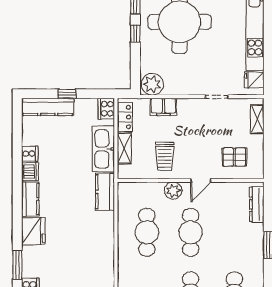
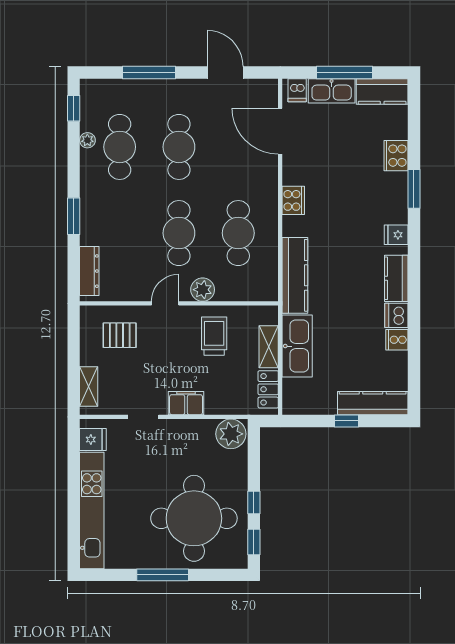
filing cabinet: (163, 107) -> (186, 403), moved
cooker: (106, 109) -> (293, 200), moved
kitchen counter: (105, 192) -> (295, 275), width x1.50
fridge: (33, 231) -> (396, 235), width x0.53, depth x0.75

